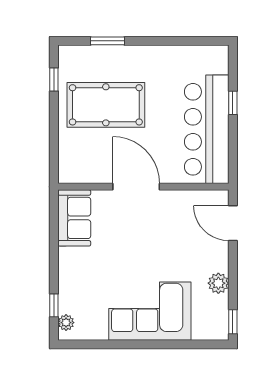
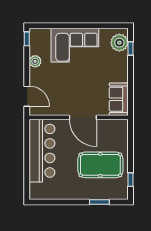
window: (233, 103) -> (27, 166), removed
plant: (66, 323) -> (119, 43), width x1.87, depth x1.87

